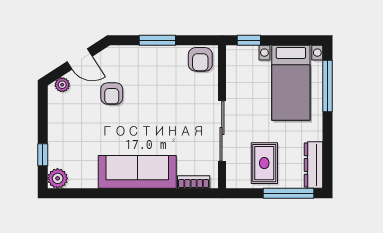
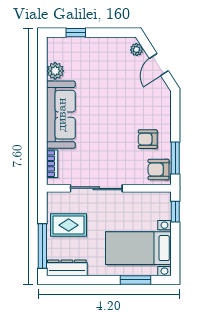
window: (157, 40) -> (175, 158), moved
window: (328, 86) -> (136, 280), width x0.69
armchair: (112, 94) -> (148, 139), moved
plant: (58, 178) -> (55, 71), moved

